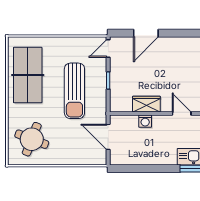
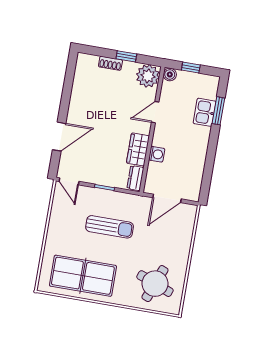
door: (146, 33) -> (59, 137), hinge flipped
sun lounger: (74, 91) -> (110, 227), width x0.73, depth x0.75
dresser: (121, 106) -> (135, 178), added

